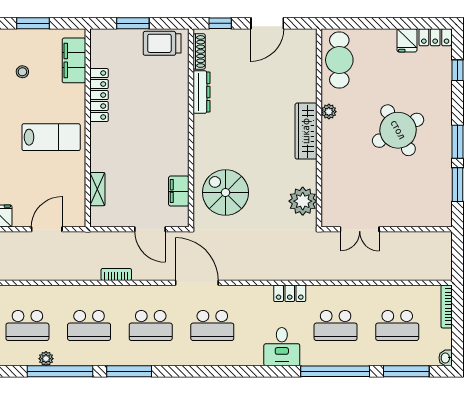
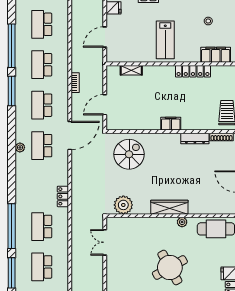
filing cabinet: (179, 191) -> (171, 124), moved
door: (47, 229) -> (105, 37), swing flipped
desk: (282, 347) -> (28, 191), removed
plant: (46, 359) -> (20, 147), moved

